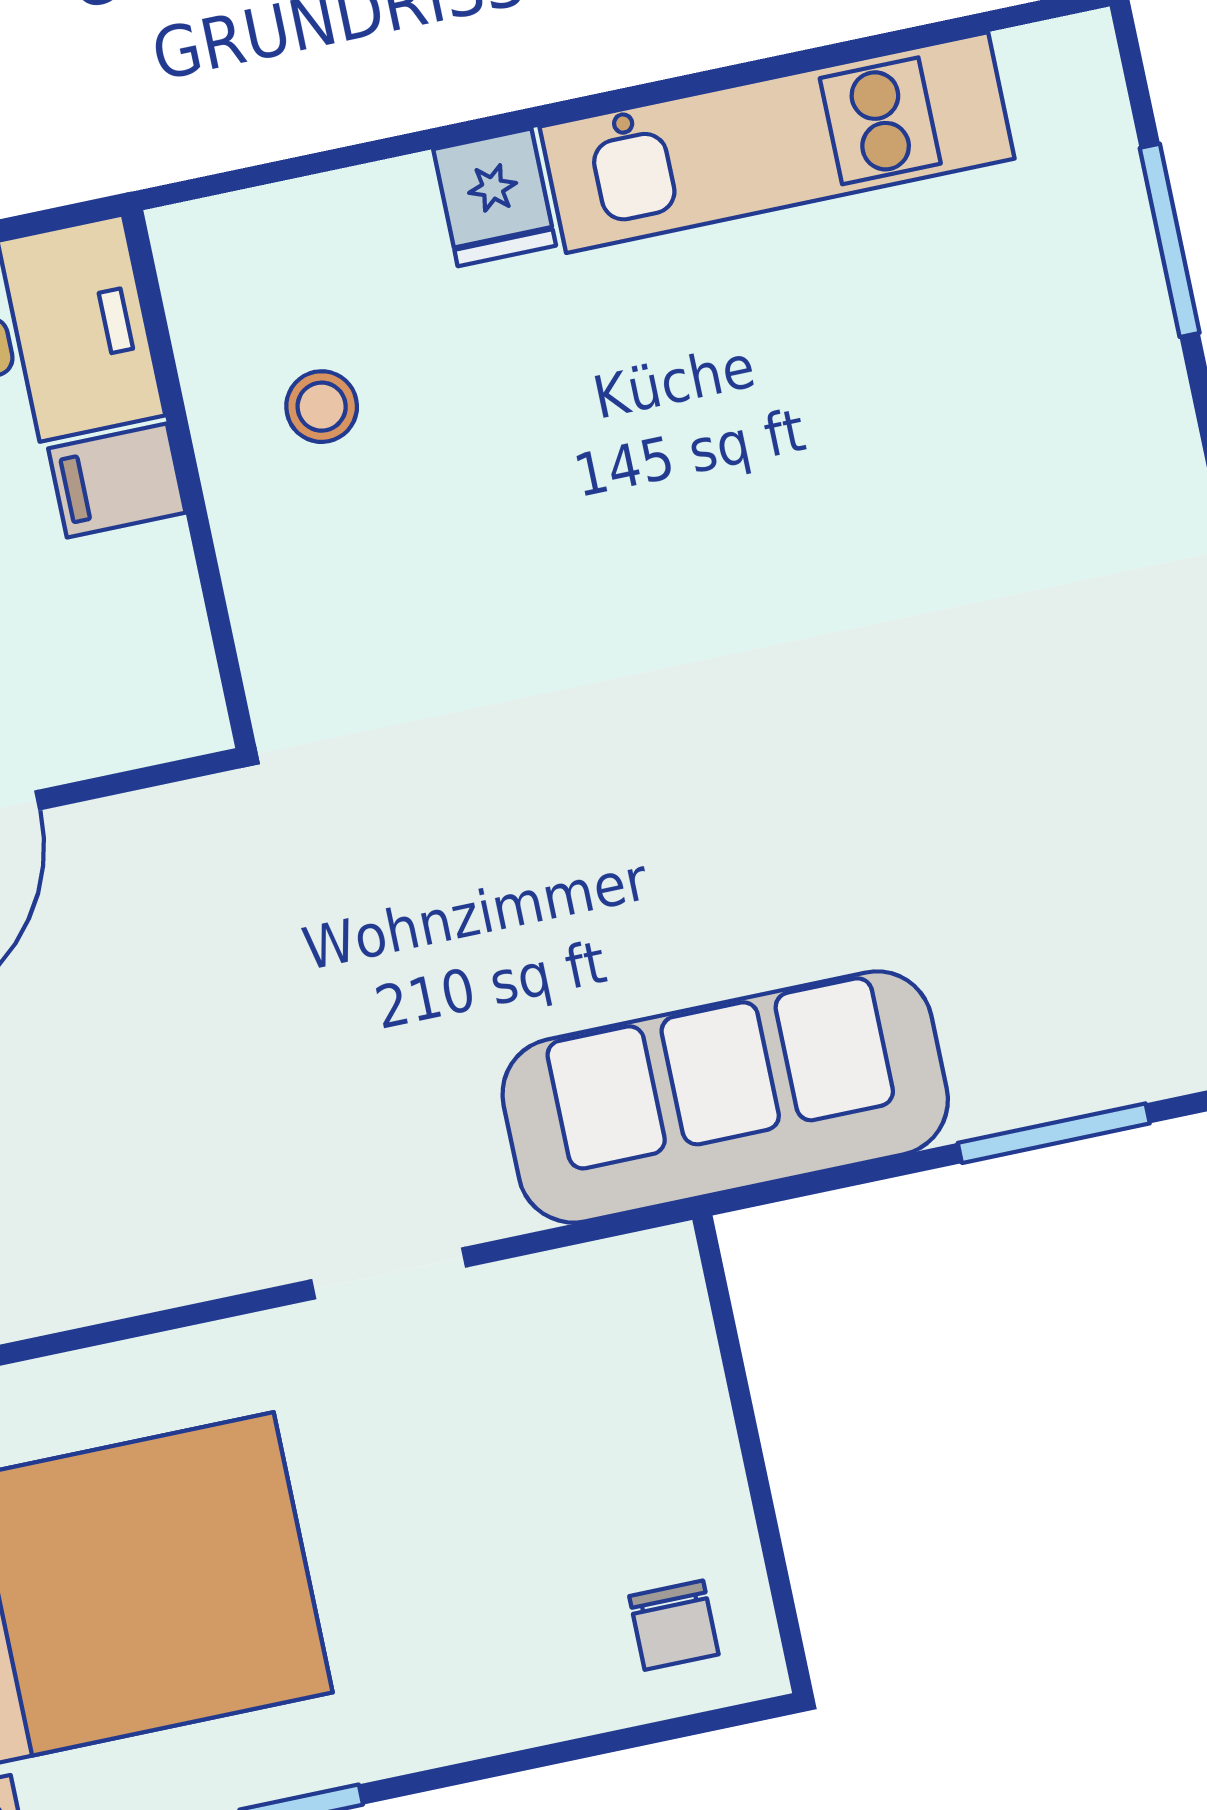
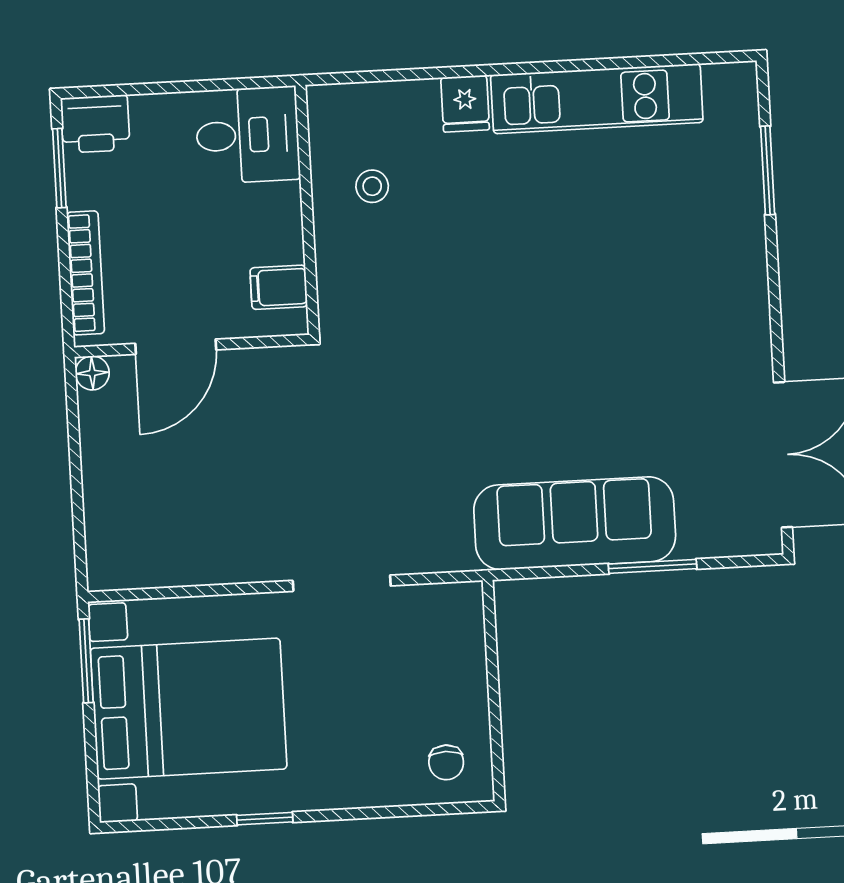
filing cabinet: (117, 480) -> (279, 287), moved
sofa: (725, 1097) -> (575, 523), moved
doorway: (389, 1273) -> (342, 583), width x1.38

